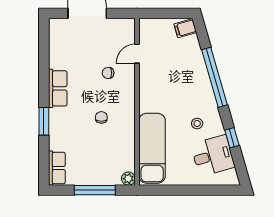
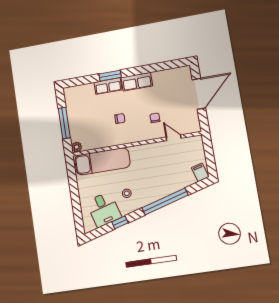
row of seats: (57, 168) -> (108, 86), moved

